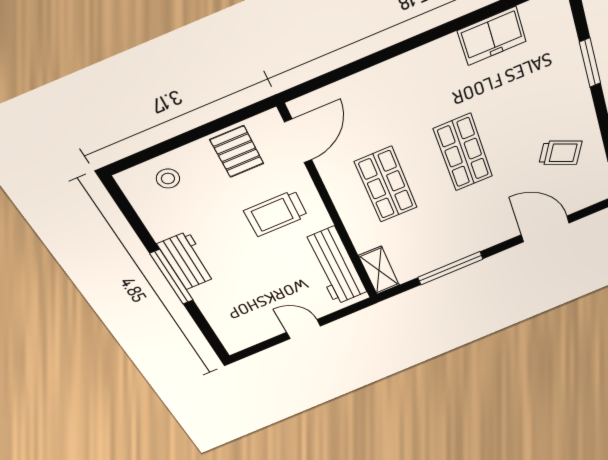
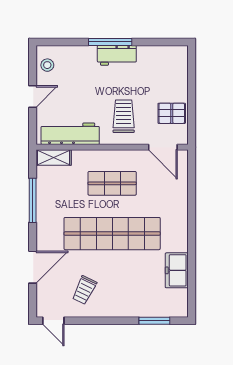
window: (590, 63) -> (154, 321), moved
shop shelf: (463, 153) -> (112, 234), width x2.00, depth x1.36
stool: (168, 178) -> (47, 65), moved

